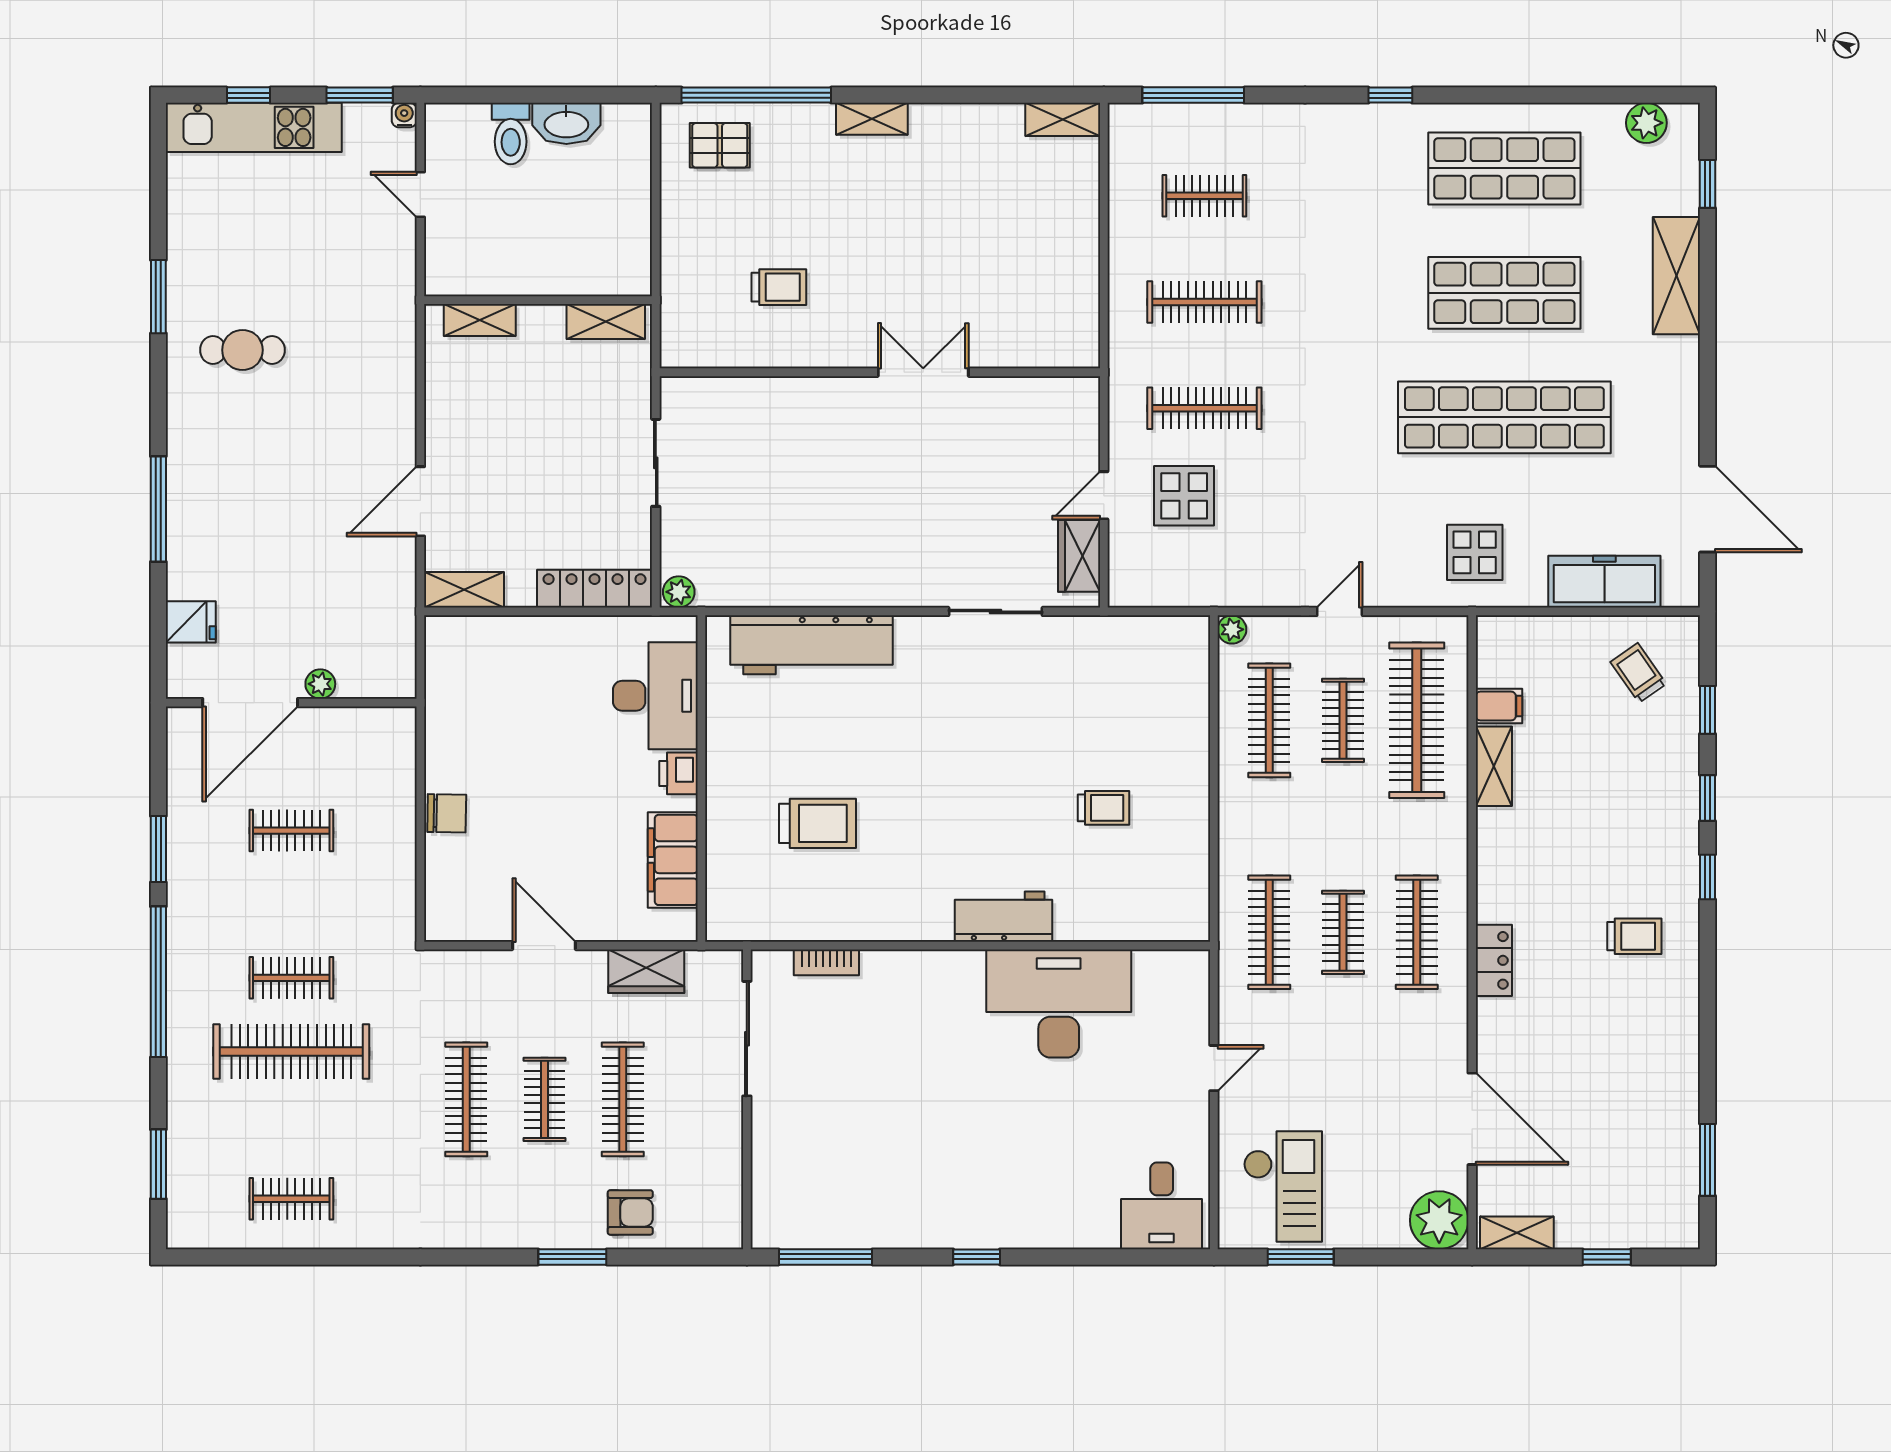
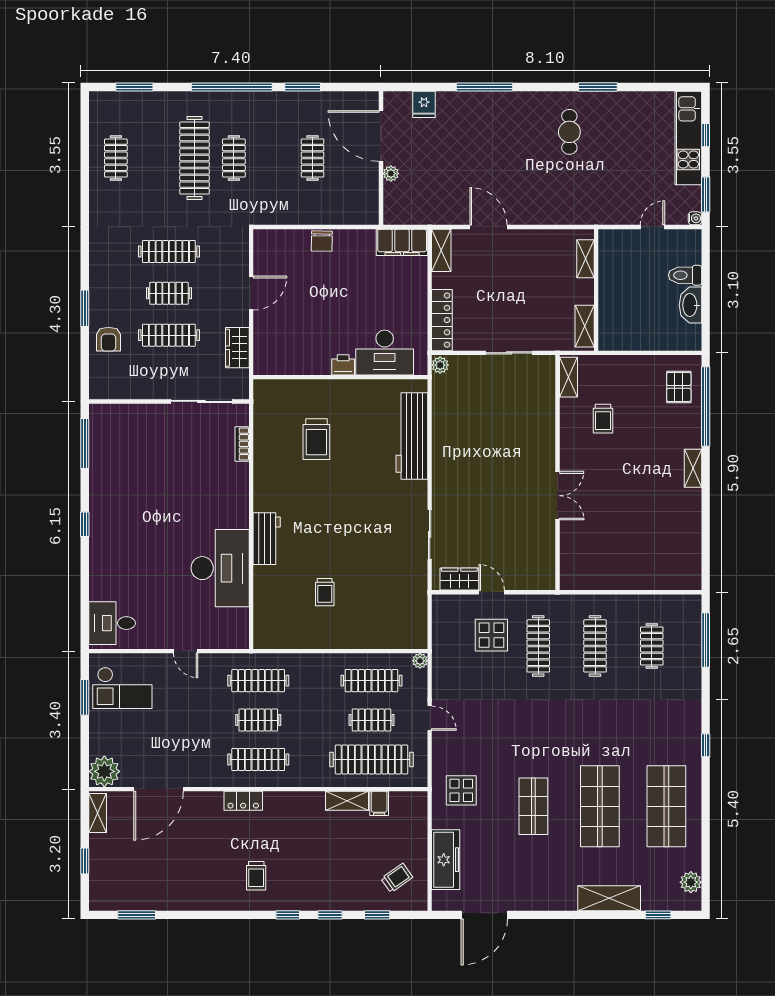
shelving: (1063, 119) -> (569, 377), moved
shop shelf: (1504, 417) -> (533, 806), width x0.50, depth x0.74
filing cabinet: (673, 860) -> (402, 242), moved, turned 180

